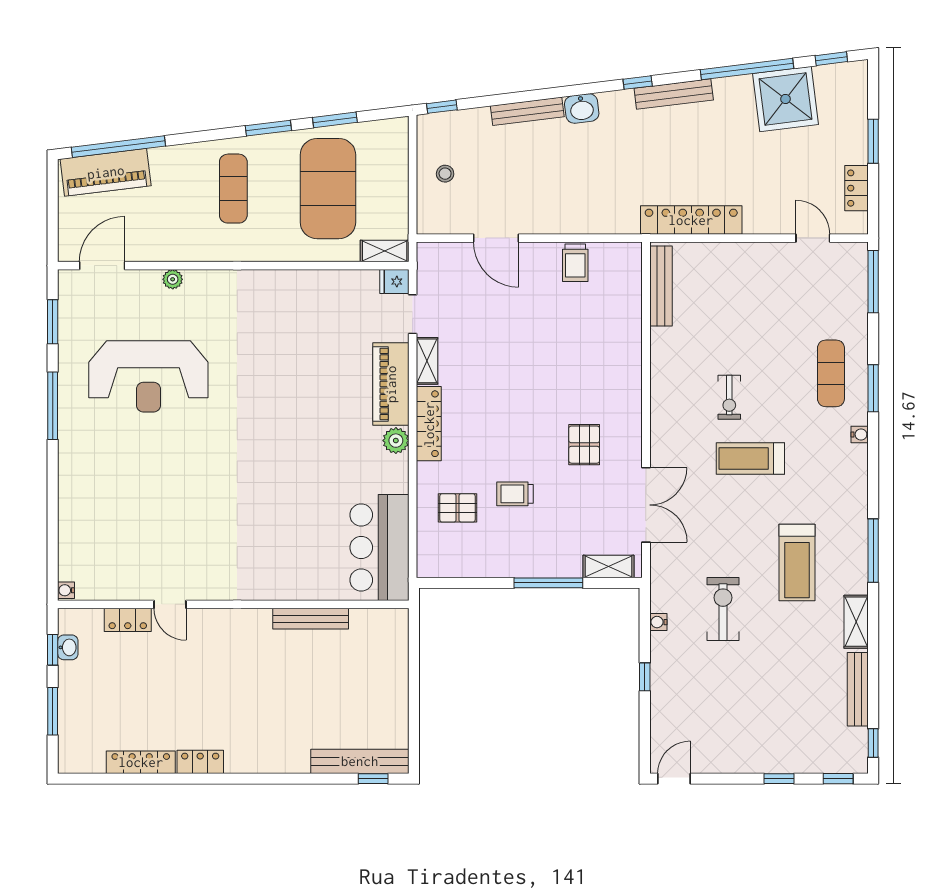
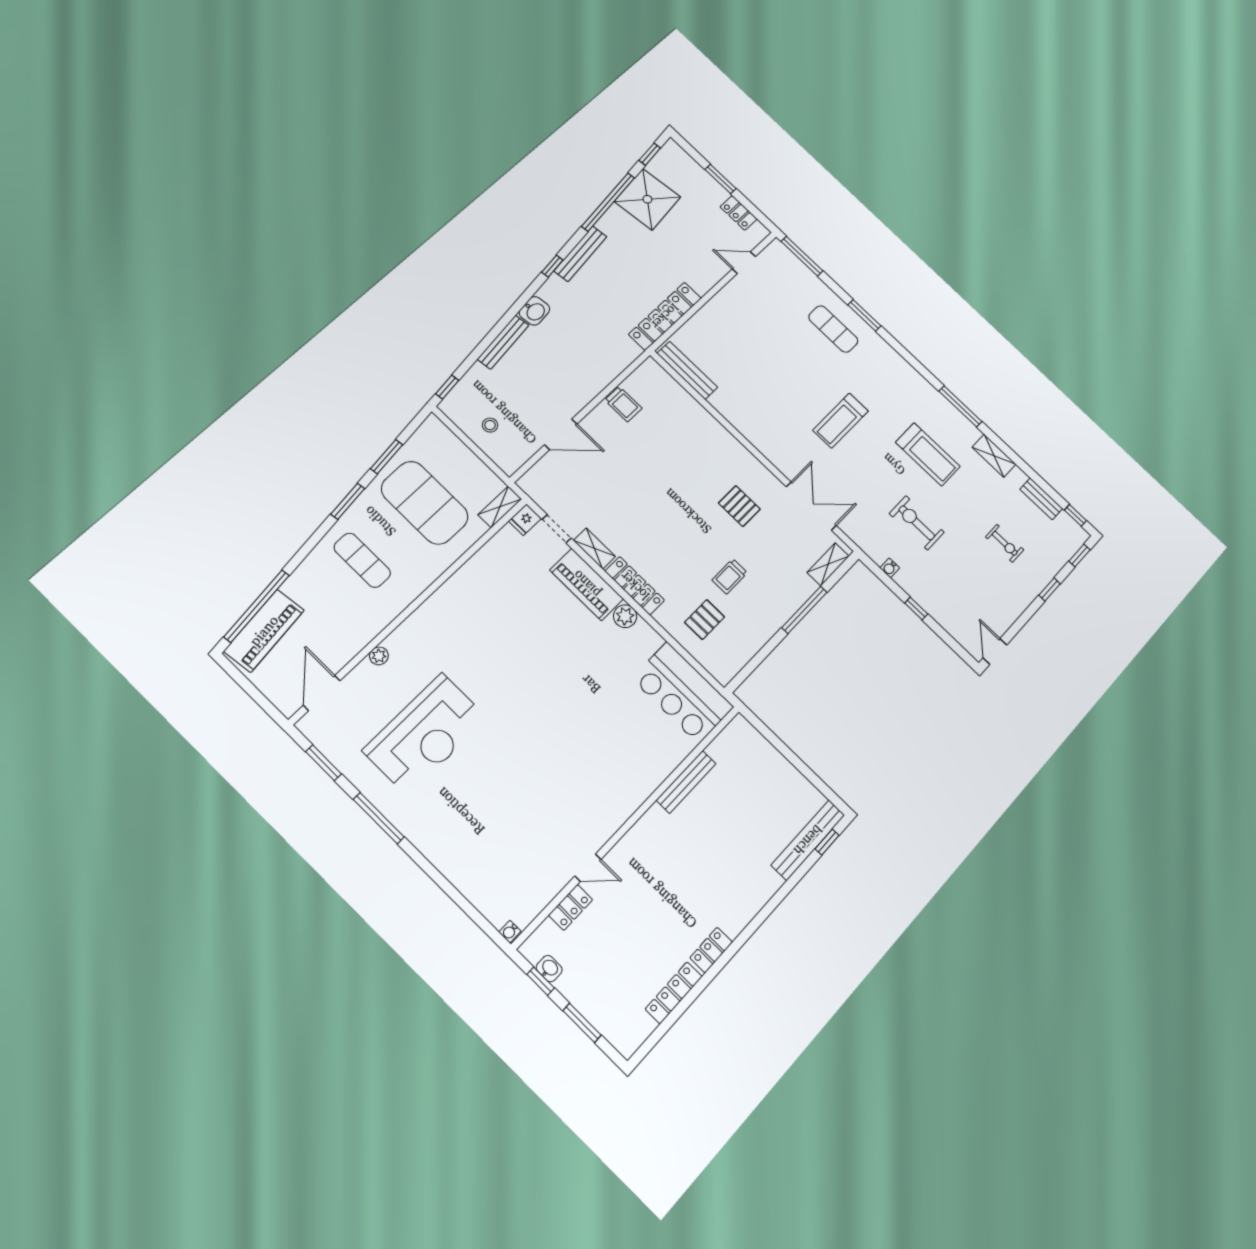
exercise bike: (729, 397) -> (1005, 543), moved
water cooler: (860, 434) -> (885, 348), removed
bench: (858, 689) -> (1041, 499), width x0.73

